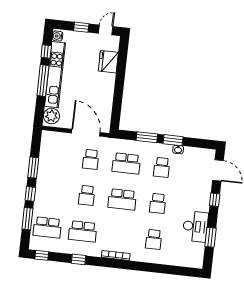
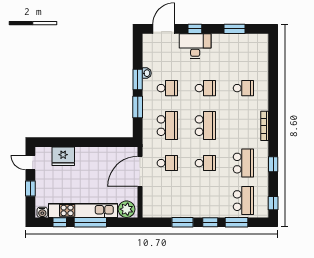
desk: (195, 226) -> (195, 46), moved

